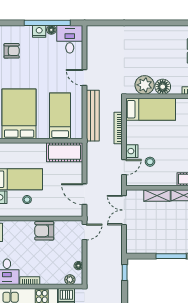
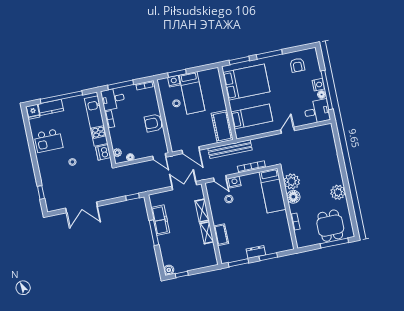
plant: (168, 34) -> (338, 192), added
bench: (93, 116) -> (230, 149), moved
door: (85, 194) -> (191, 150), swing flipped
armchair: (44, 231) -> (153, 123), turned -90
freezer: (158, 246) -> (160, 220), added

